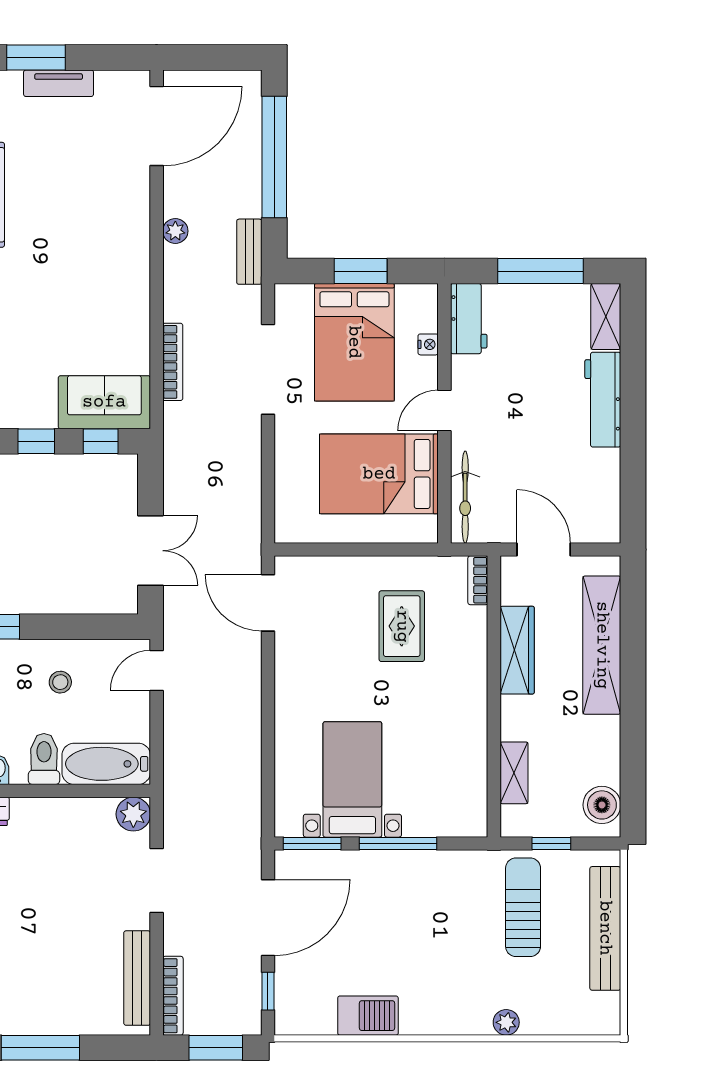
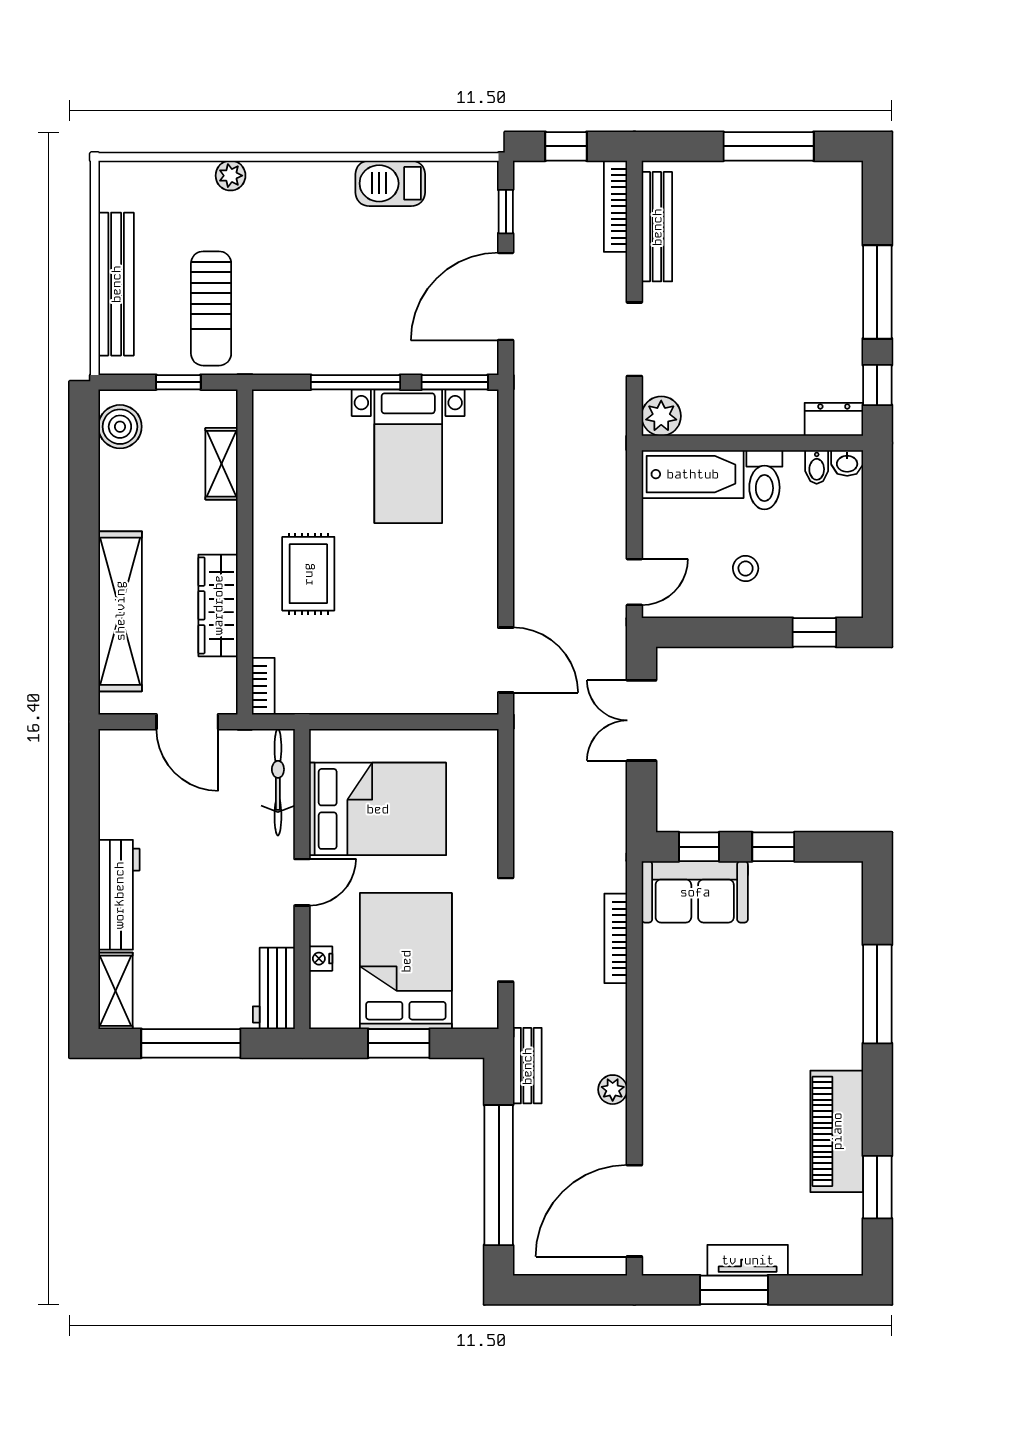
window: (36, 58) -> (734, 1290), moved
rug: (402, 626) -> (308, 574), moved
window: (216, 1048) -> (566, 146), width x0.67

